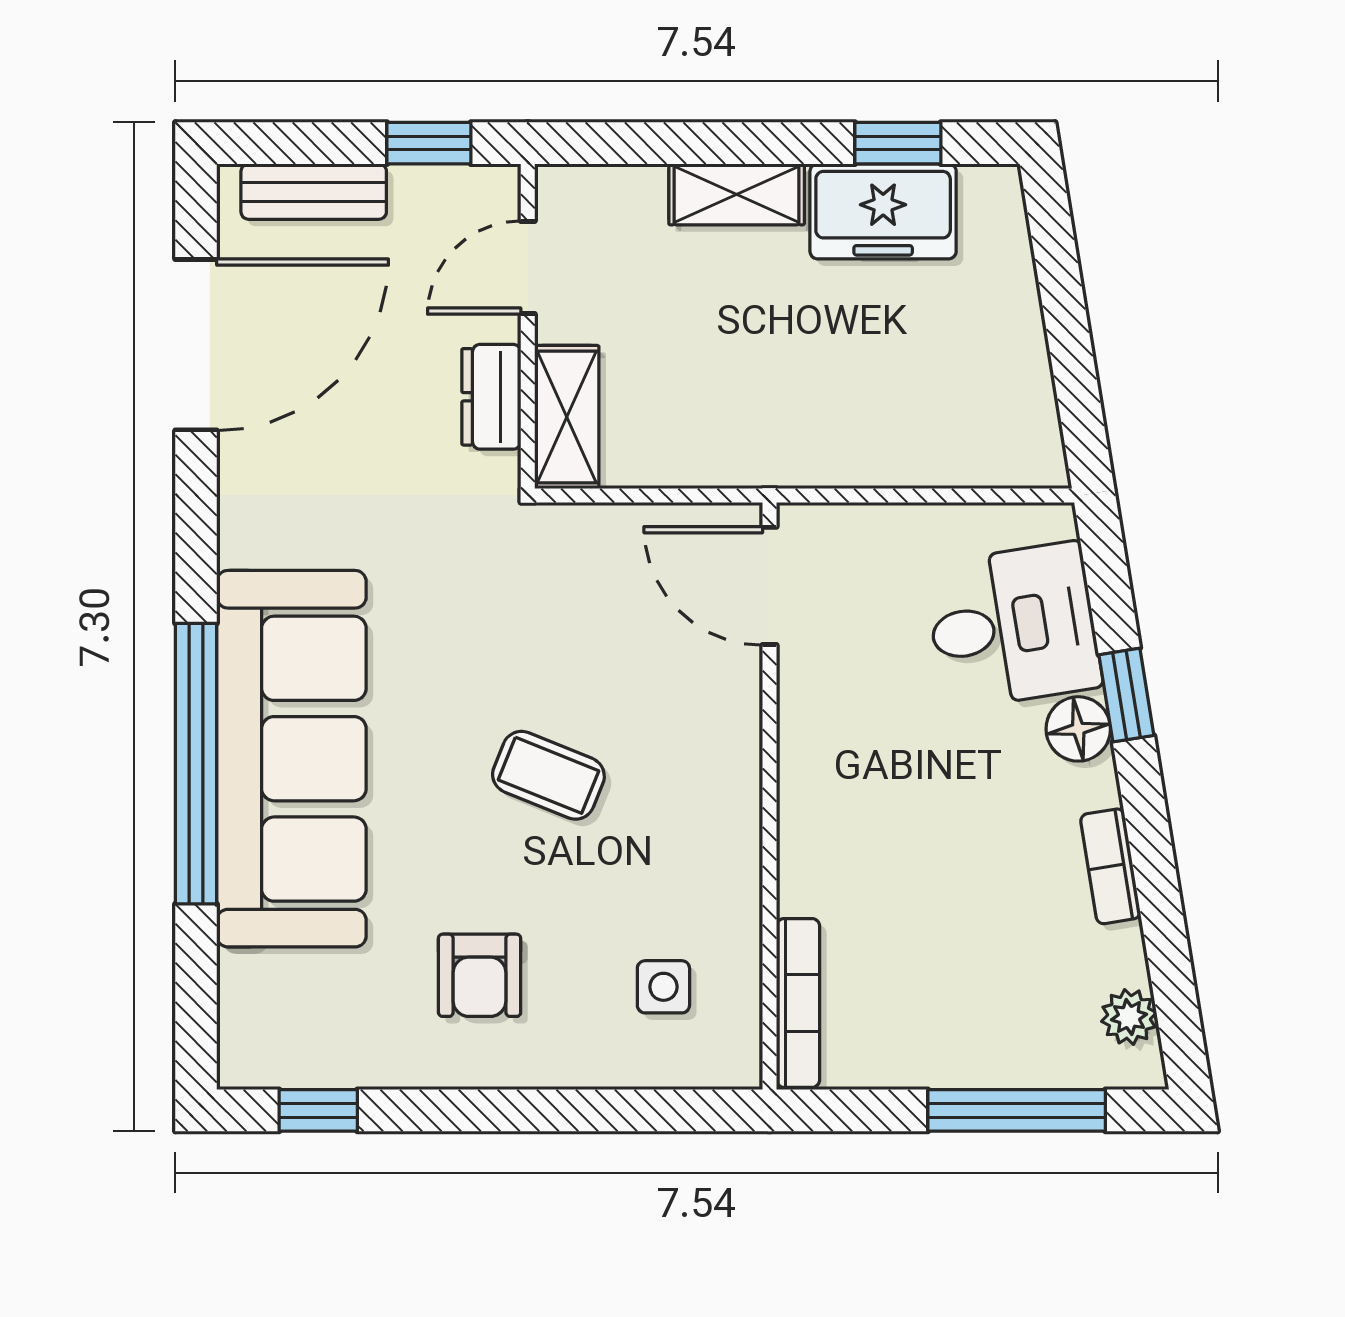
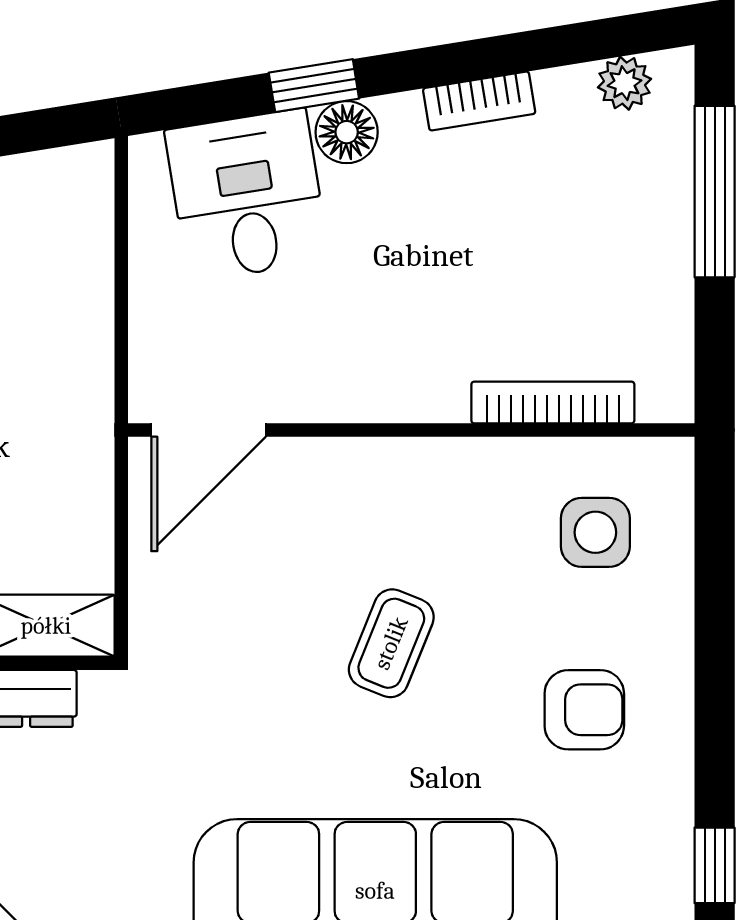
side table: (663, 987) -> (595, 532), width x1.37, depth x1.37
bookcase: (798, 1003) -> (553, 402), moved

